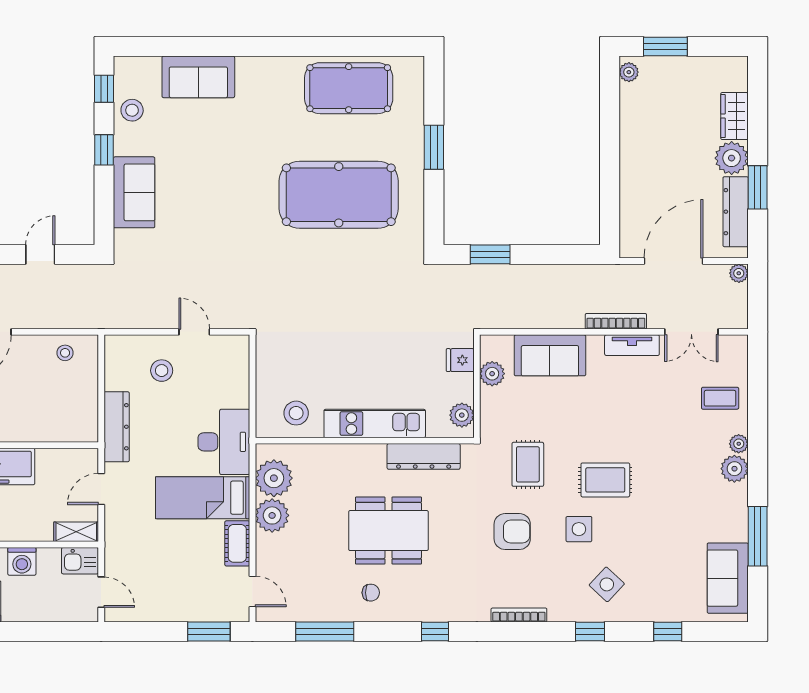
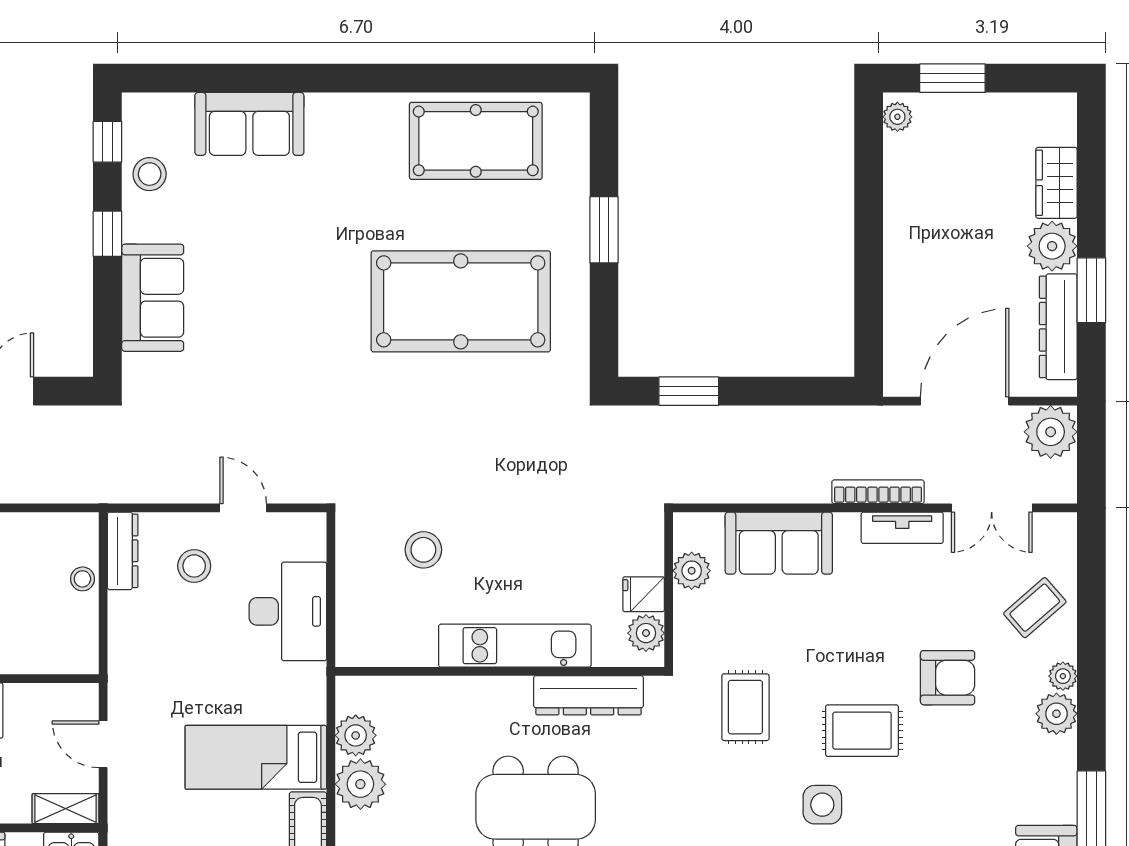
plant: (739, 273) -> (1051, 432), width x1.88, depth x1.88
stool: (65, 353) -> (82, 579), moved
fridge: (460, 360) -> (644, 594), moved
coffee table: (720, 398) -> (1035, 608), turned -41
stool: (296, 413) -> (423, 550), moved
dresser: (117, 427) -> (123, 551), moved, width x0.73, depth x0.80
desk: (224, 442) -> (288, 611), moved
plant: (274, 478) -> (356, 735), width x0.73, depth x0.73
door: (101, 489) -> (103, 744), hinge flipped
armchair: (512, 532) -> (948, 678), moved

